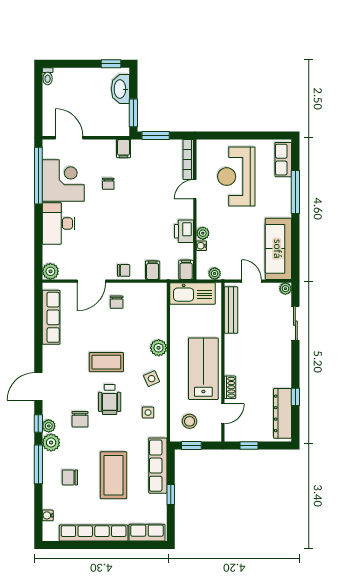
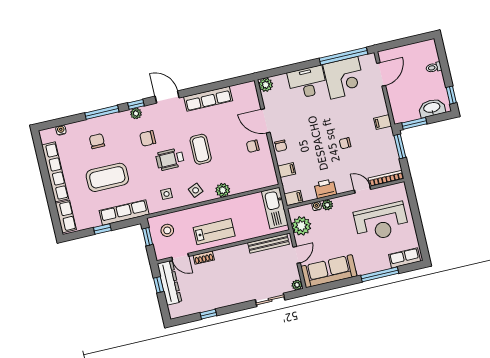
toilet: (48, 76) -> (434, 67), moved
reception desk: (236, 177) -> (381, 222), turned 180
chair: (108, 184) -> (345, 143), moved
plant: (215, 273) -> (301, 226), width x1.87, depth x1.87
row of seats: (51, 317) -> (208, 99), moved
lab bench: (203, 369) -> (214, 232), width x0.73, depth x0.72
dresser: (283, 413) -> (170, 283), moved, turned 90
plant: (51, 443) -> (123, 119), removed

